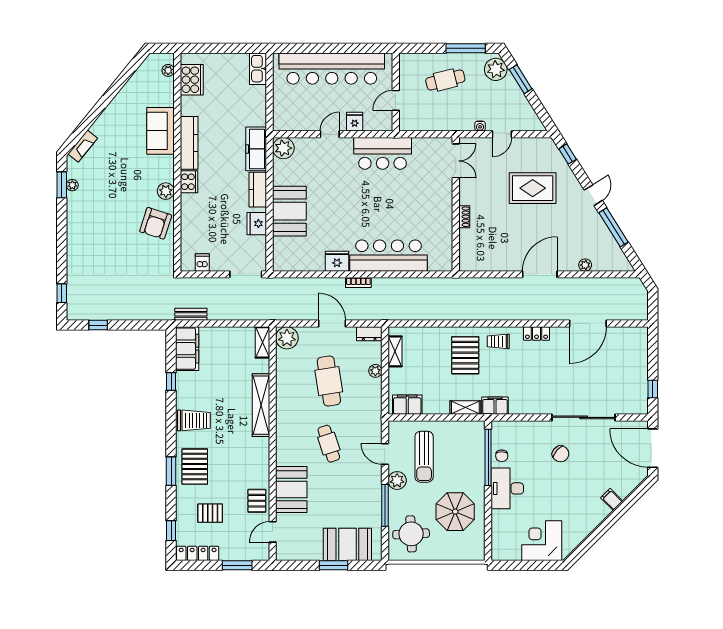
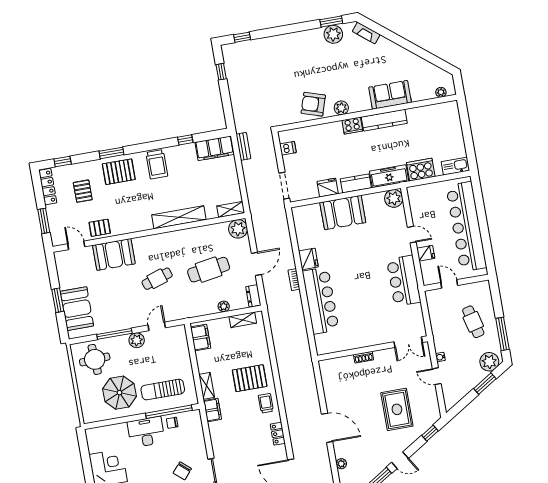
cooker: (192, 80) -> (421, 170), moved, turned 180
plant: (72, 185) -> (333, 34), width x1.88, depth x1.88
sun lounger: (424, 457) -> (163, 390), moved

